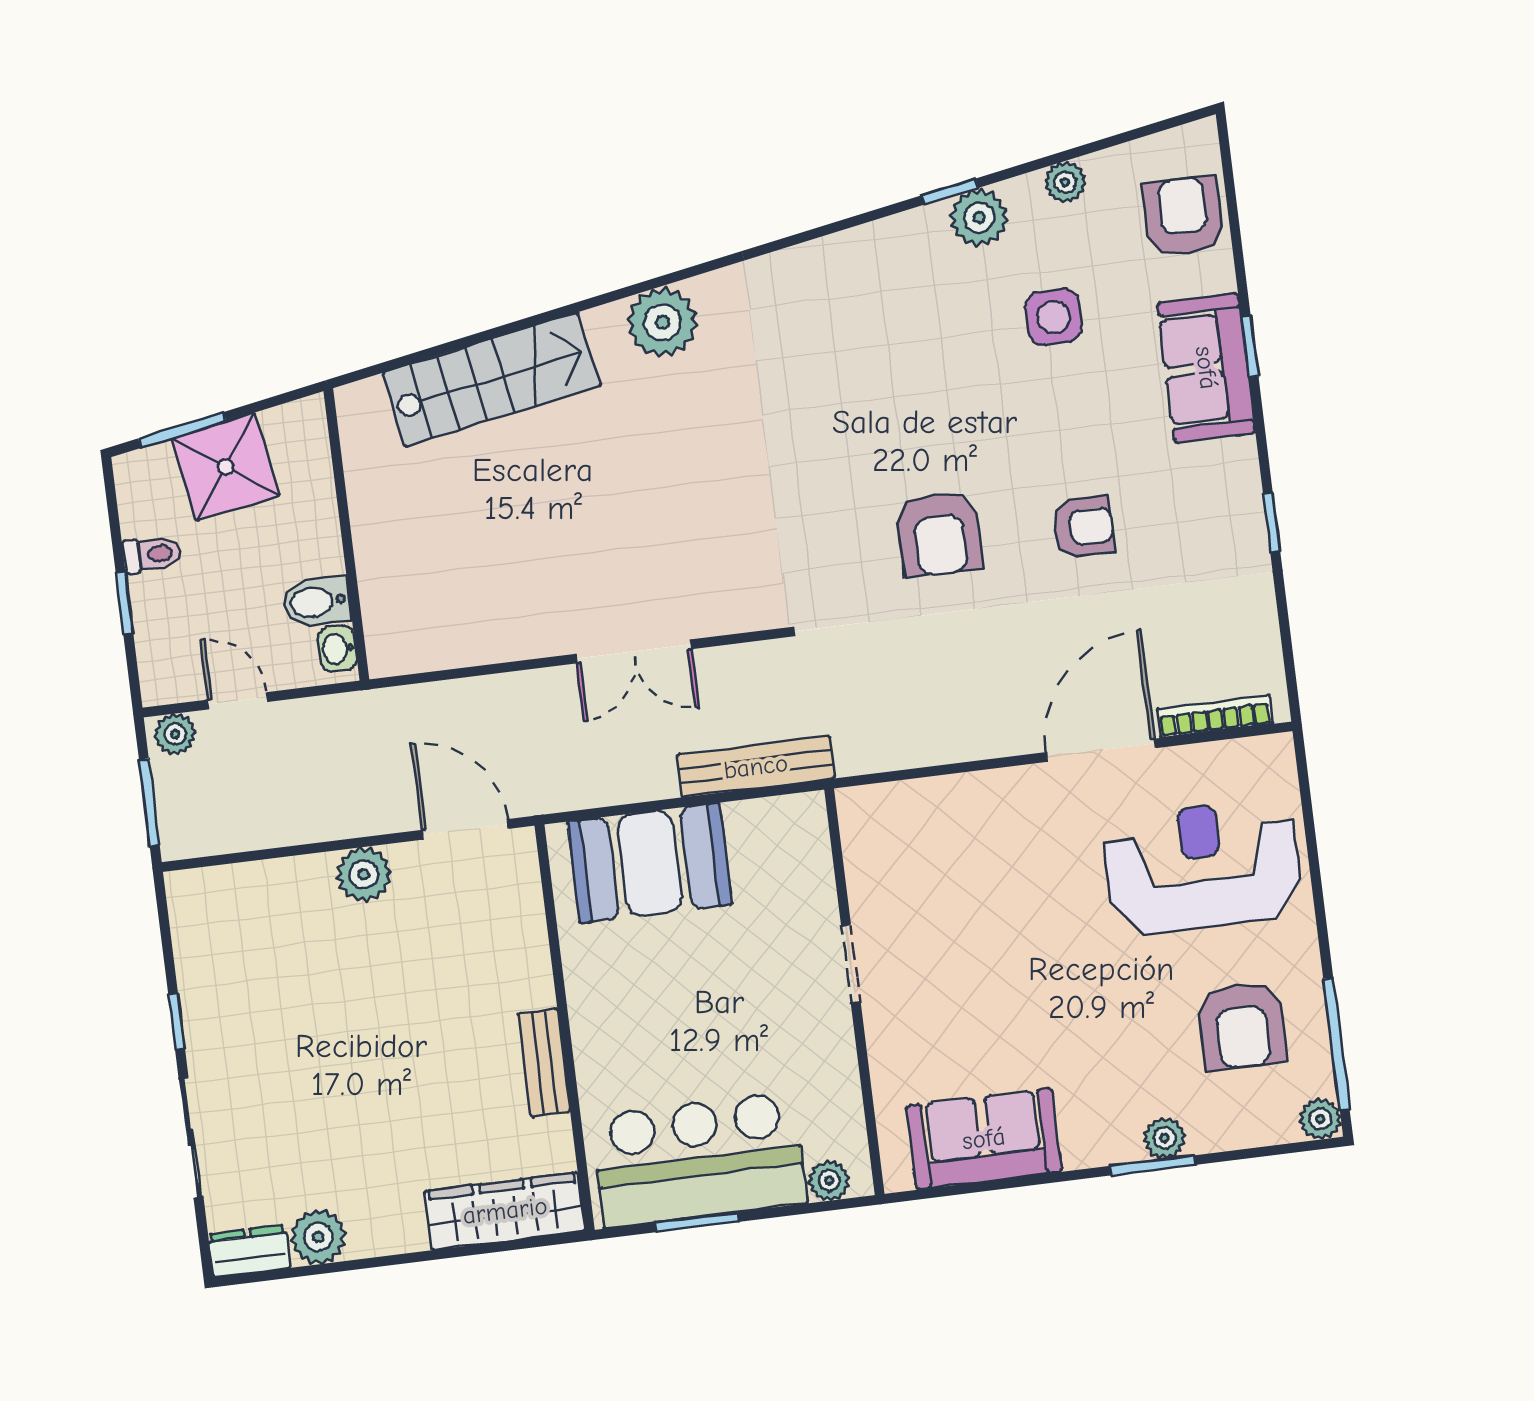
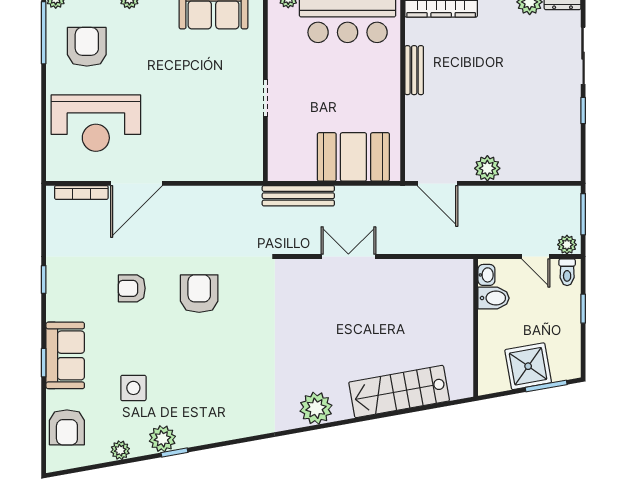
toilet: (152, 554) -> (567, 272), moved, turned -90

